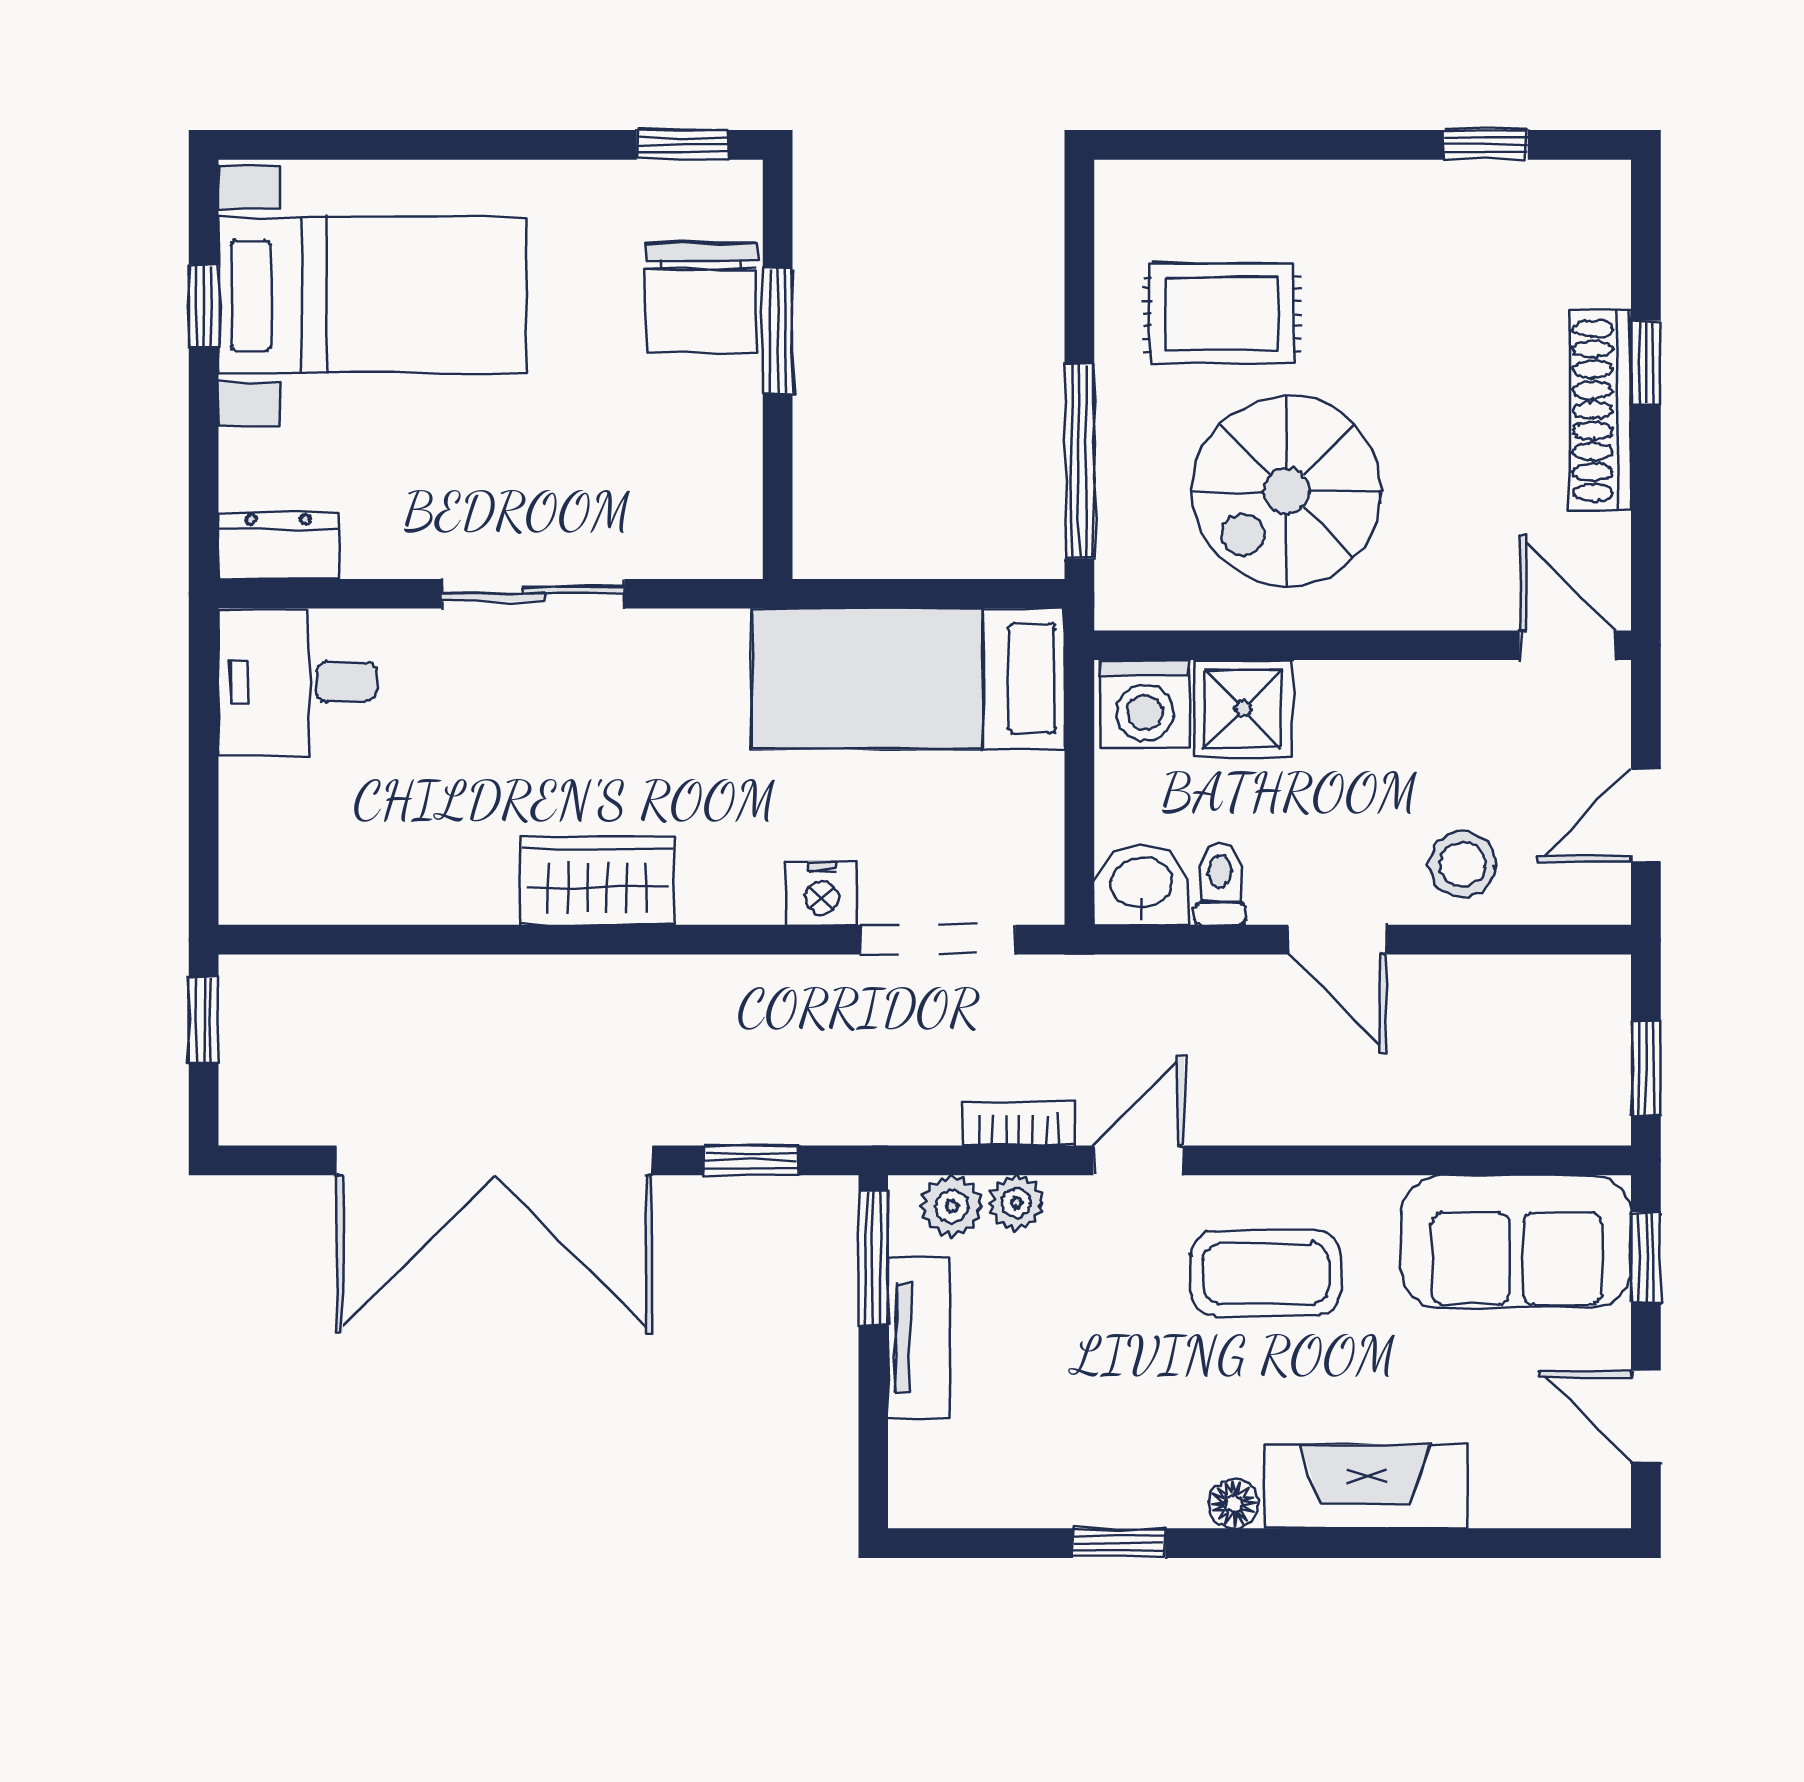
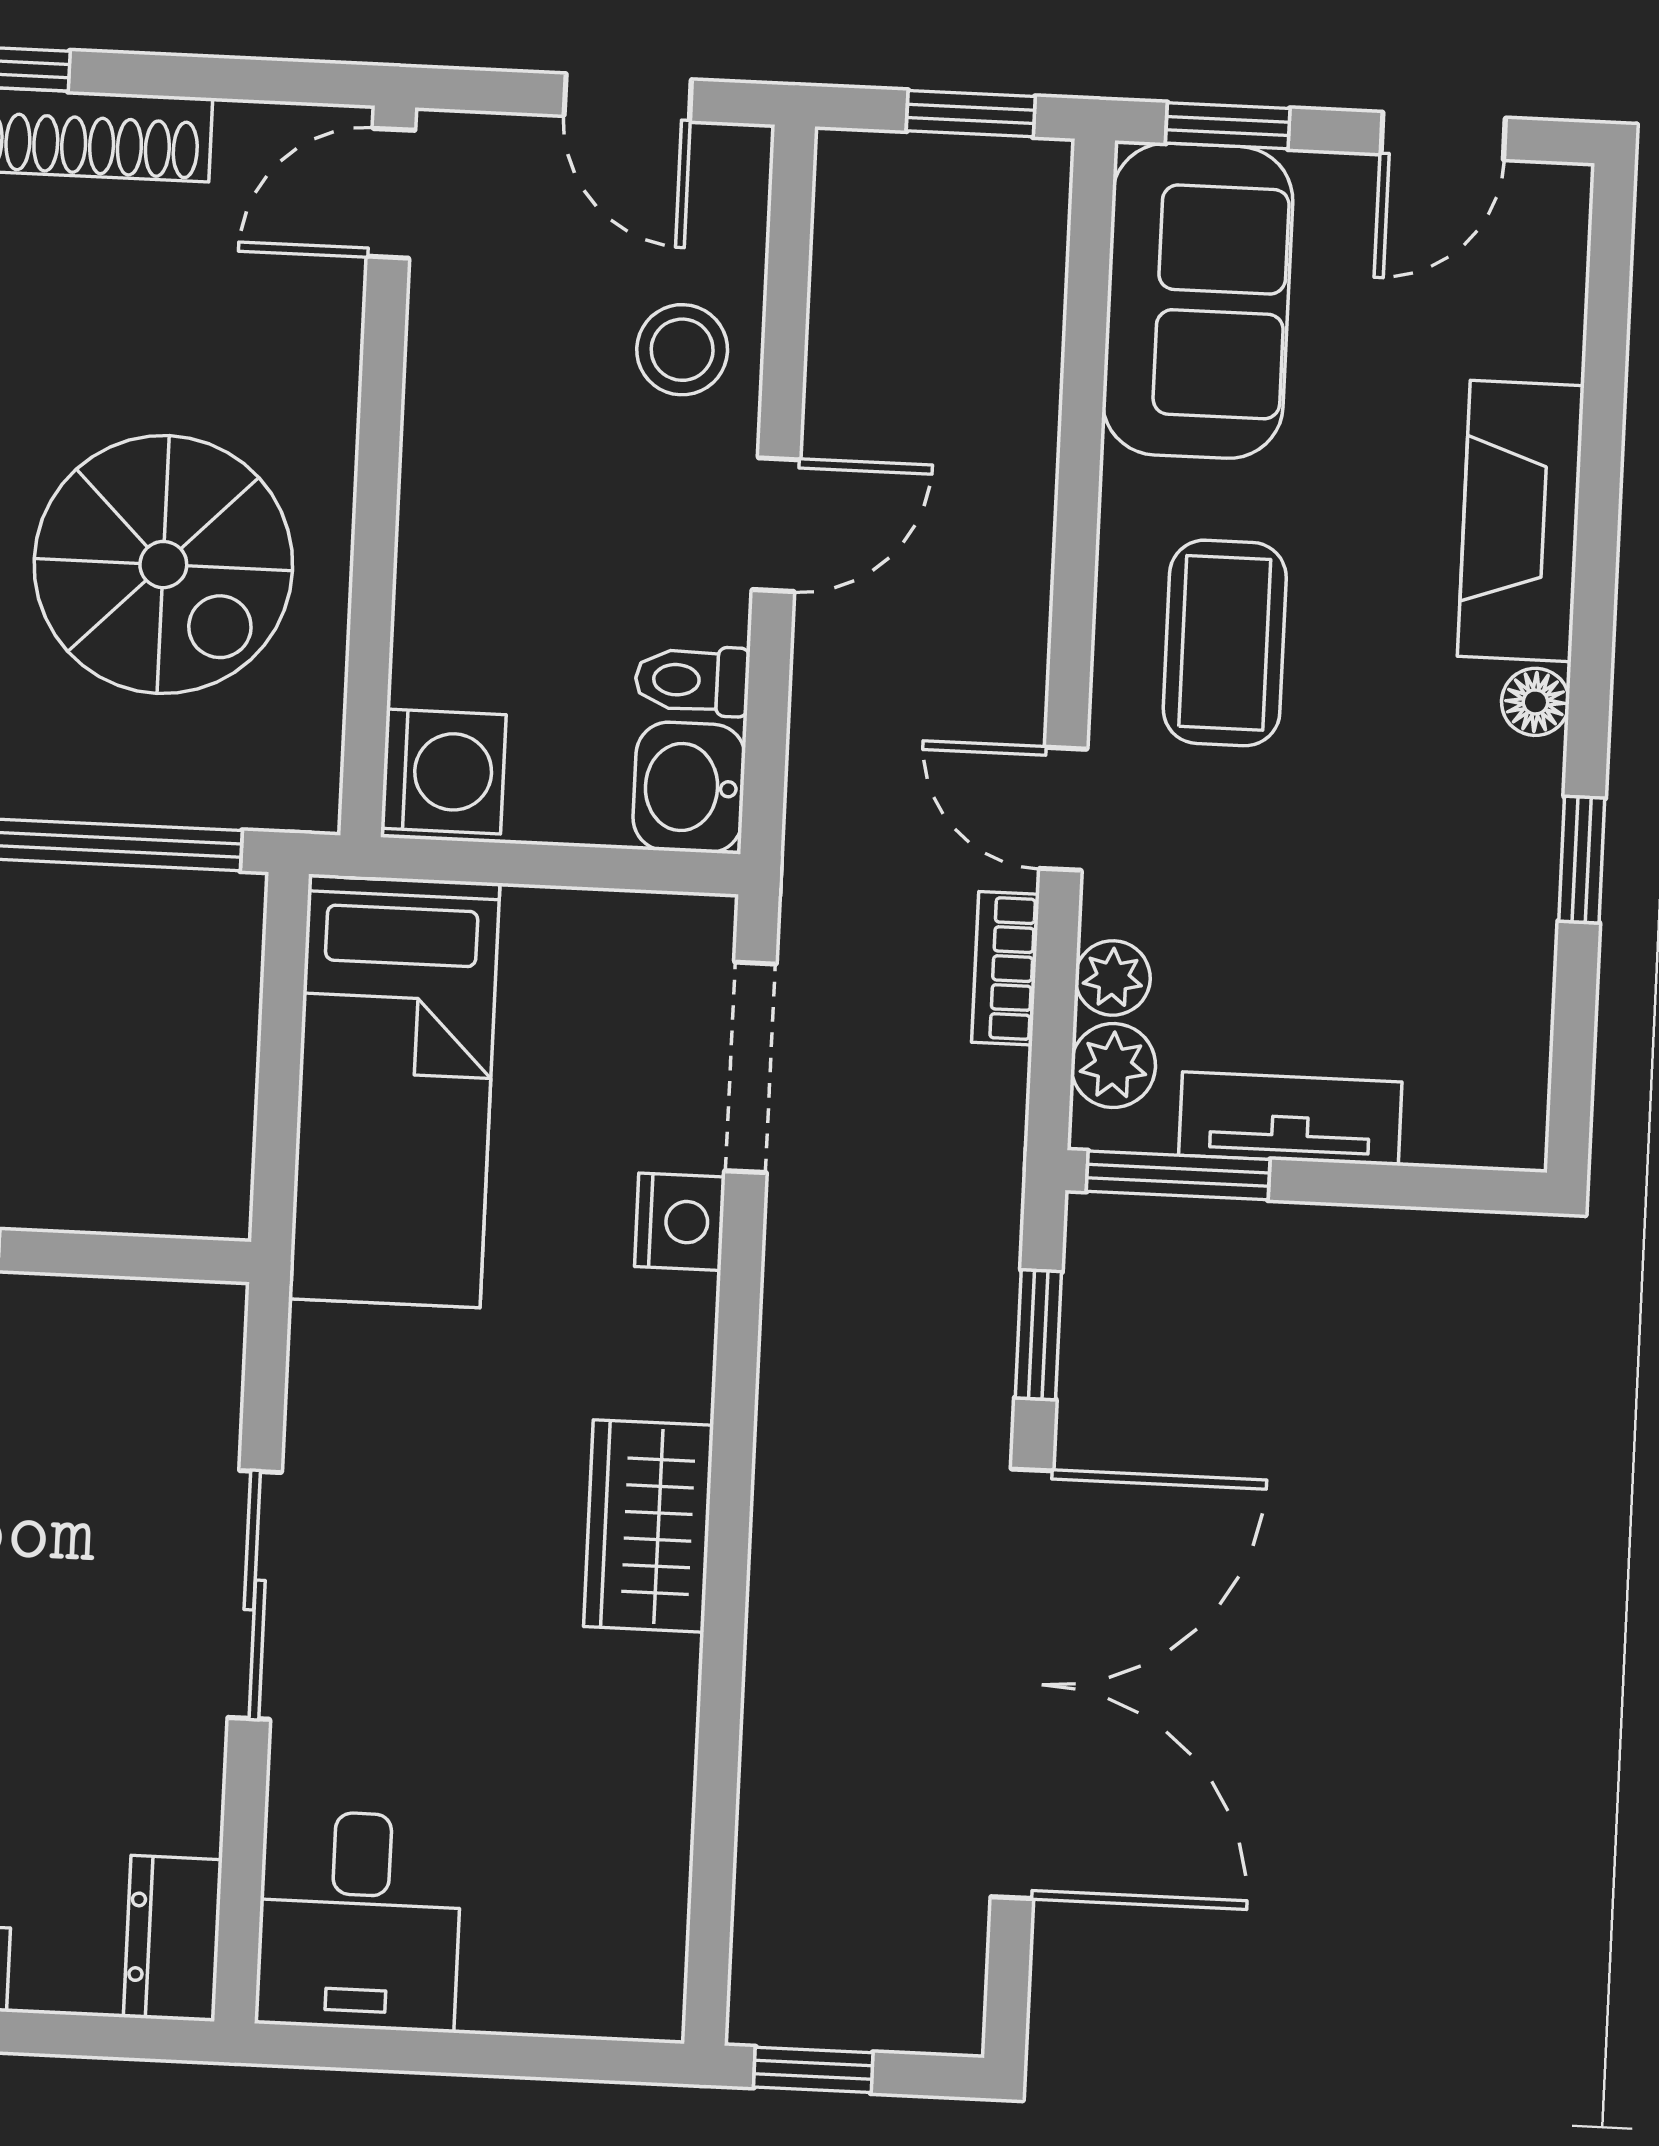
shower: (1243, 709) -> (456, 638), removed

